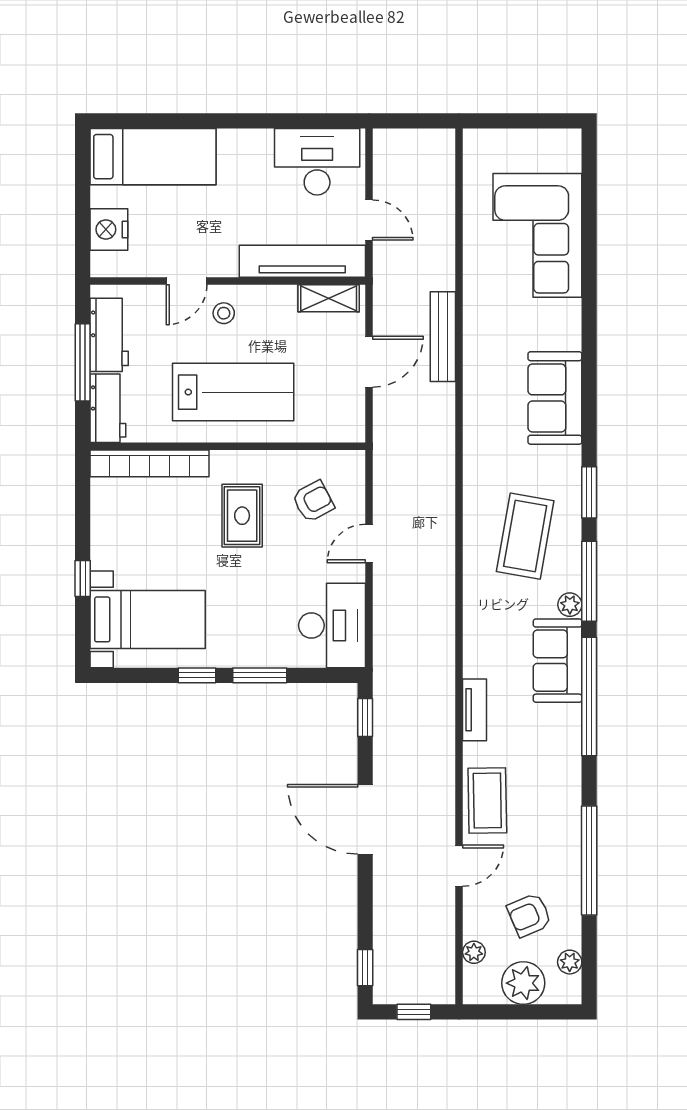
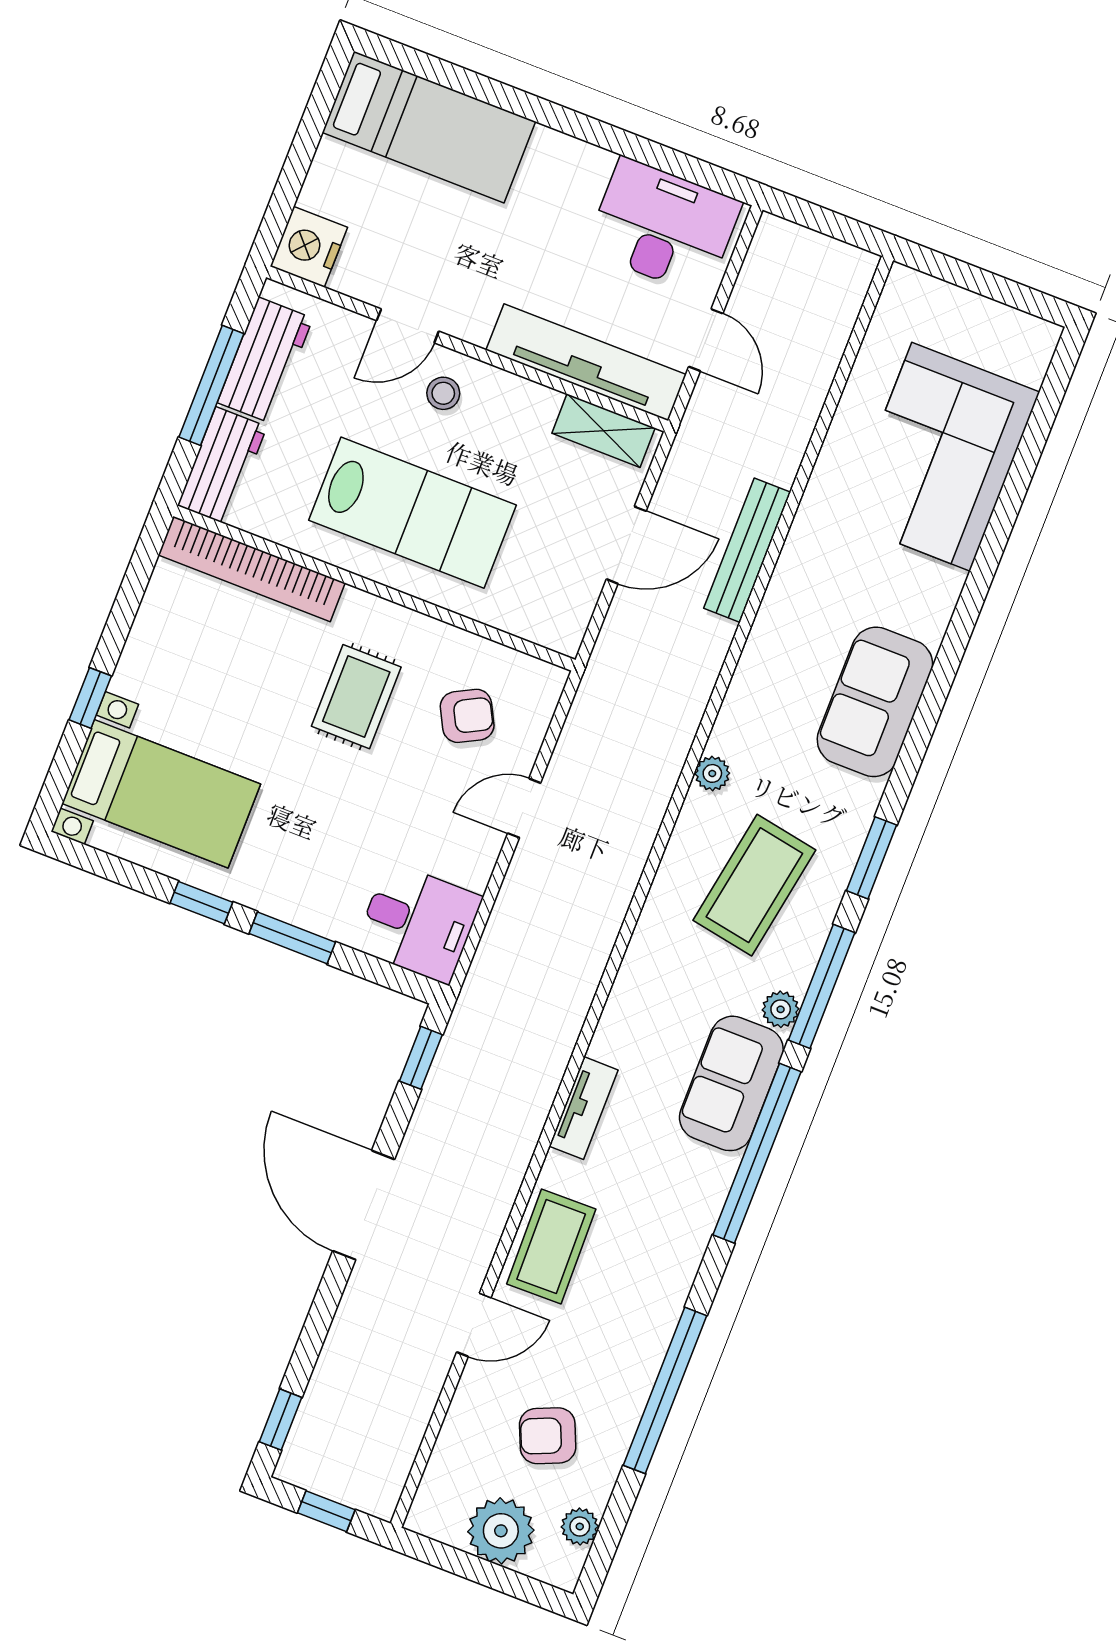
nightstand: (109, 229) -> (309, 247), moved
desk: (332, 625) -> (418, 923), width x0.73
plant: (474, 952) -> (712, 773), moved

